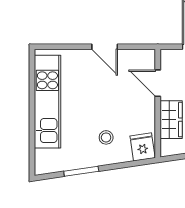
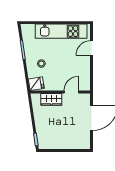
door: (105, 47) -> (91, 48), moved

